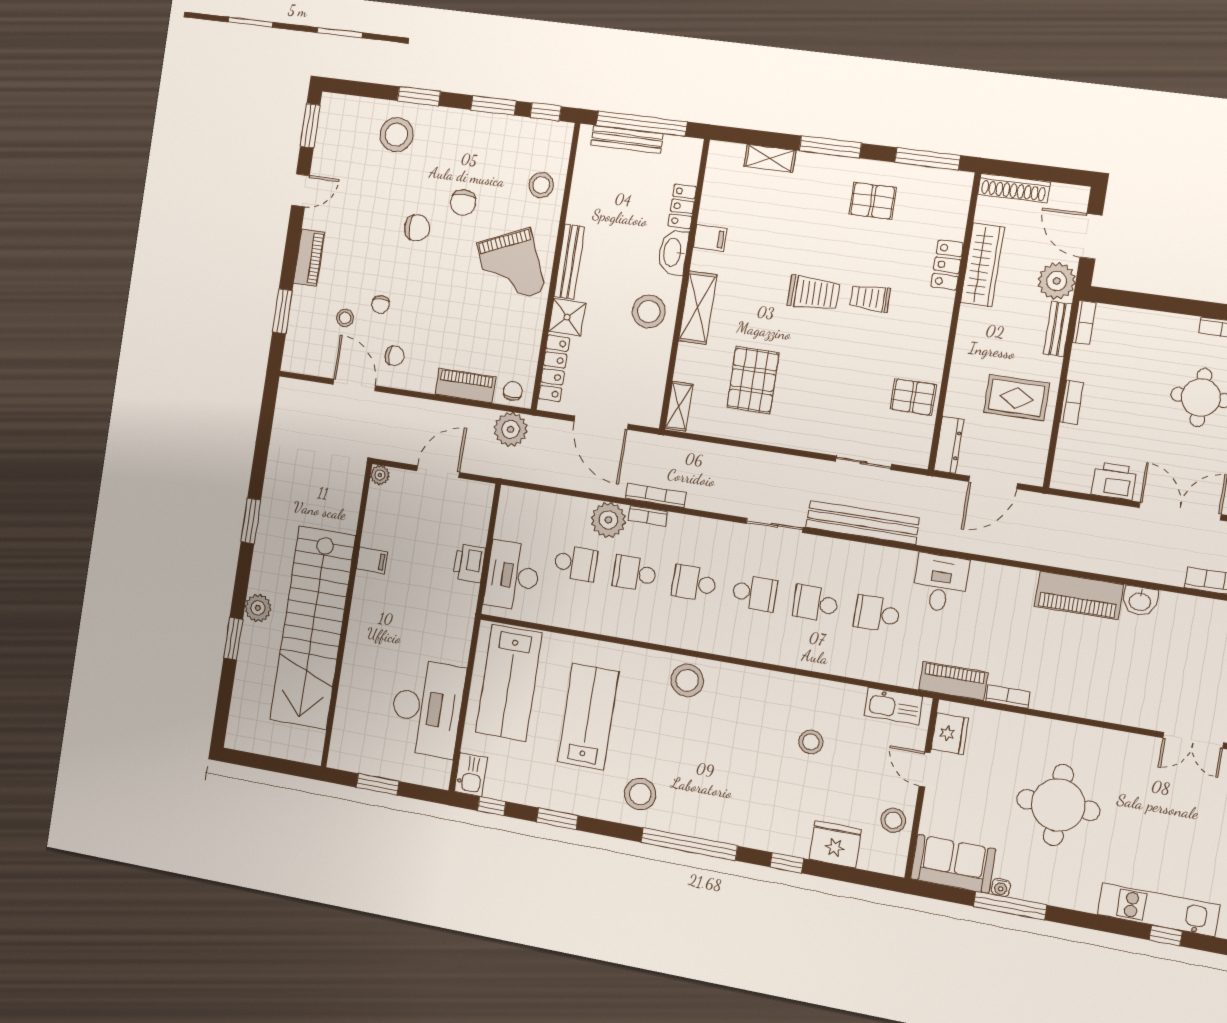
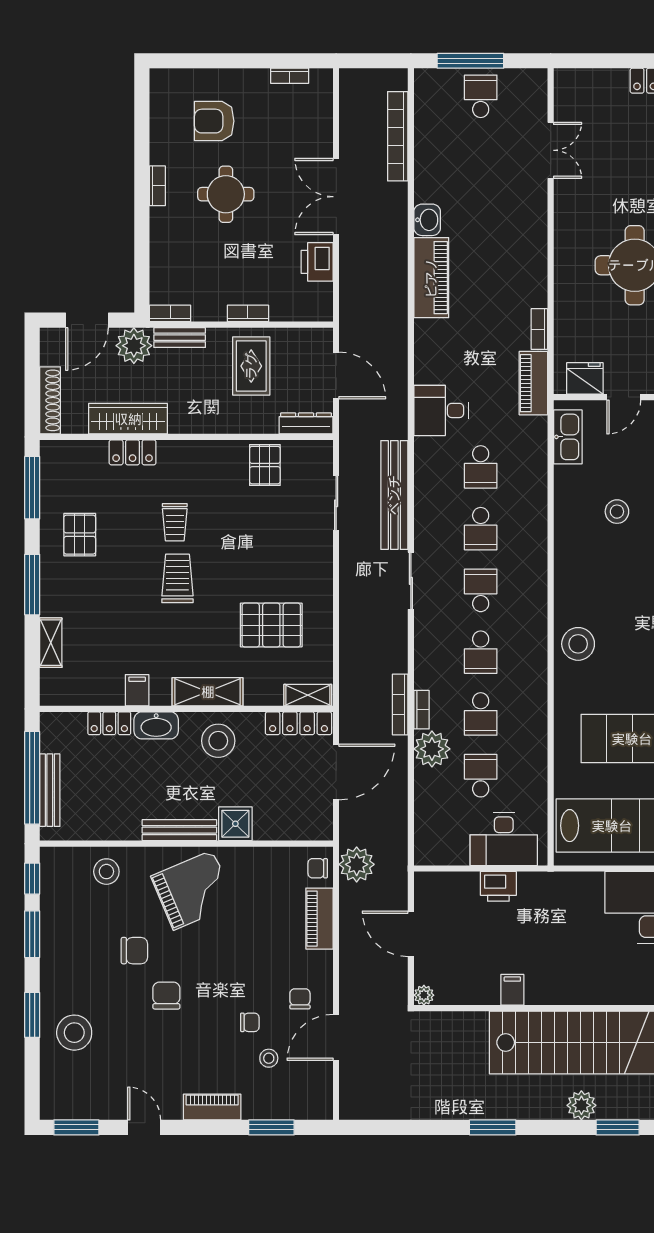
locker: (554, 368) -> (299, 723), moved, turned 180

